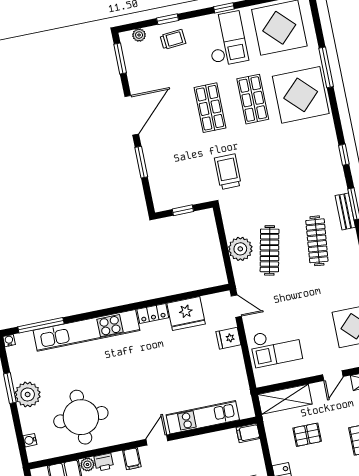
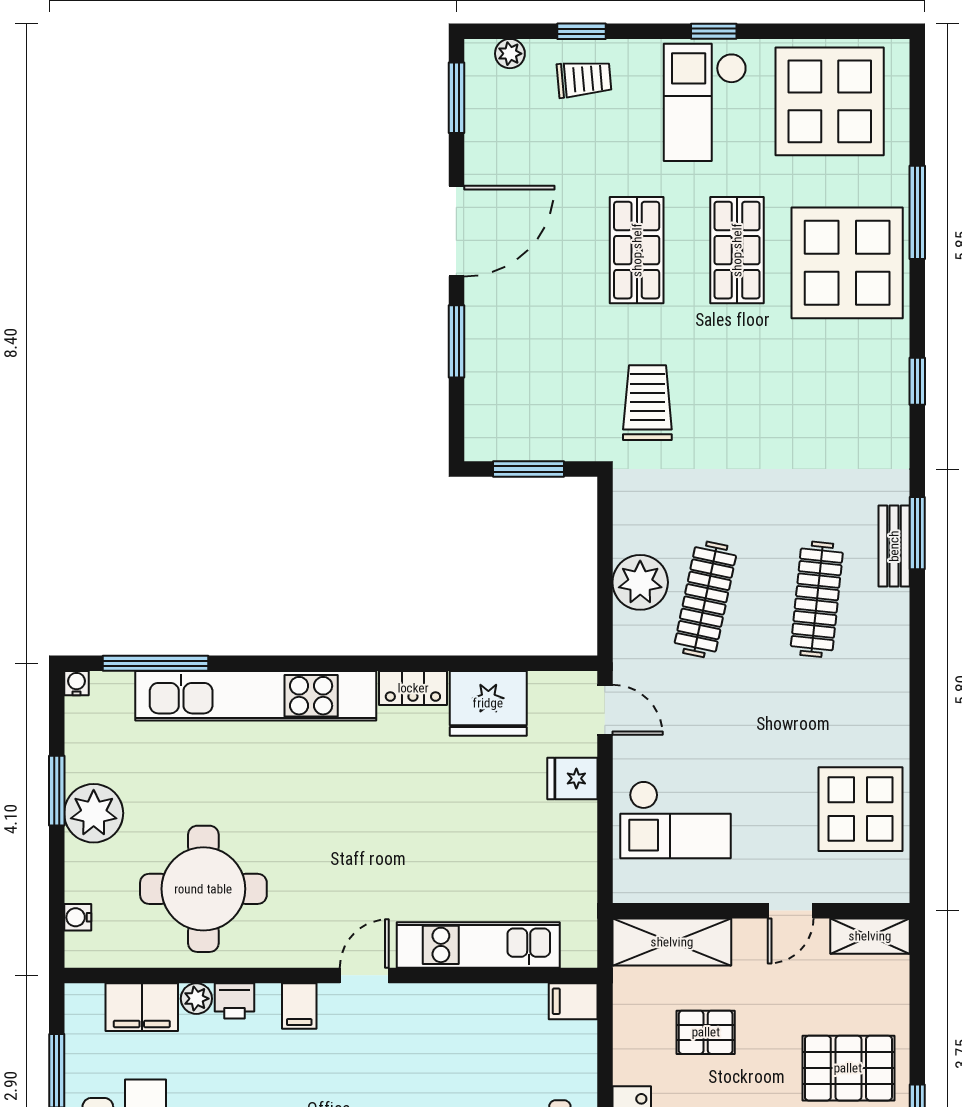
checkout: (226, 39) -> (705, 102), turned 180
window: (344, 155) -> (917, 381), moved
window: (183, 210) -> (528, 469), width x1.50

